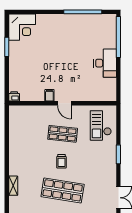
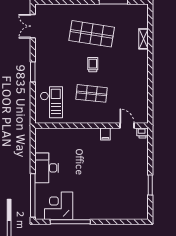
corner desk: (22, 27) -> (59, 206), moved
door: (64, 103) -> (127, 126), moved

